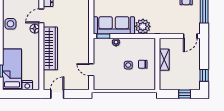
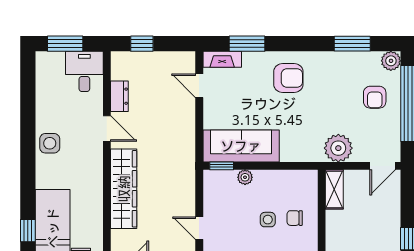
door: (41, 16) -> (107, 129), swing flipped
plant: (143, 26) -> (338, 148), moved
floor lamp: (35, 29) -> (95, 152), removed
shelving: (164, 60) -> (334, 189), moved

